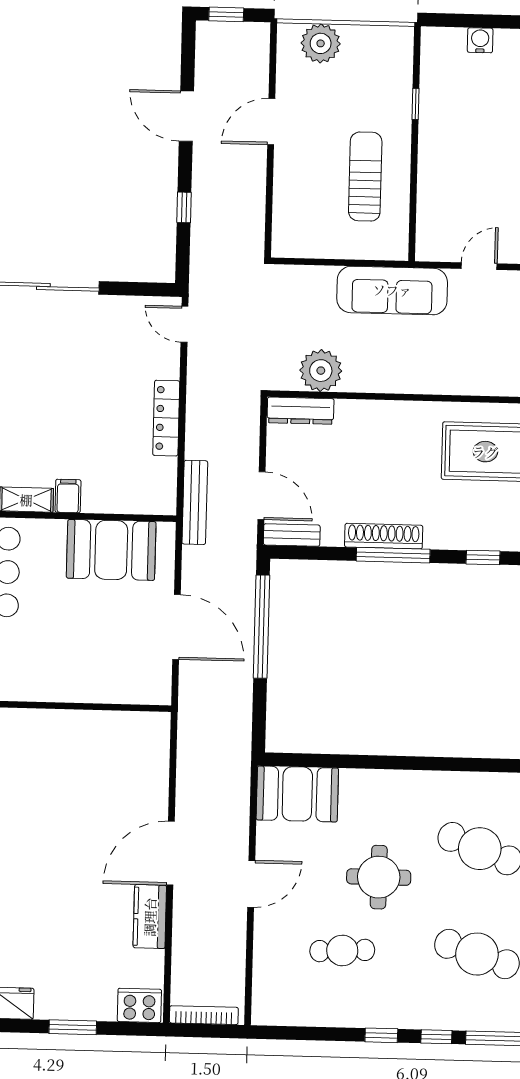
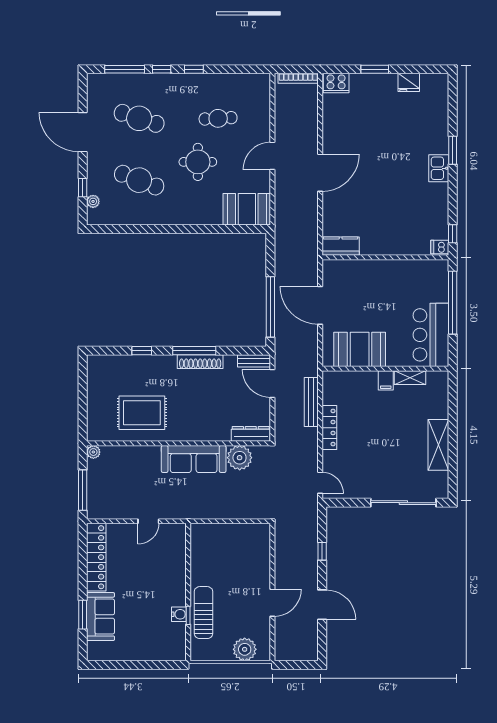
window: (226, 14) -> (300, 665), removed
water cooler: (480, 40) -> (179, 614), moved, turned -90
sun lounger: (365, 177) -> (203, 613), moved, turned 180
sofa: (392, 290) -> (194, 459), moved, turned 180
bench: (195, 502) -> (311, 402), moved
kitchen counter: (150, 917) -> (341, 246), moved, turned -90

